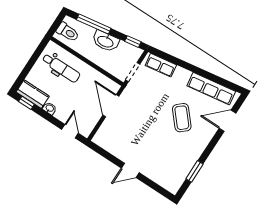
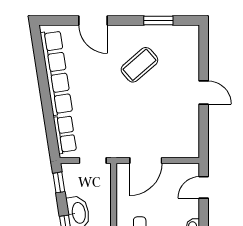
row of seats: (211, 89) -> (56, 73), width x1.36
coffee table: (182, 118) -> (139, 65), moved
door: (227, 121) -> (93, 20), moved

